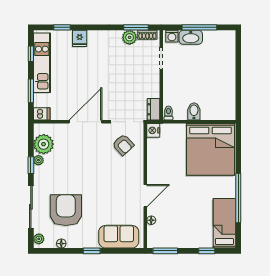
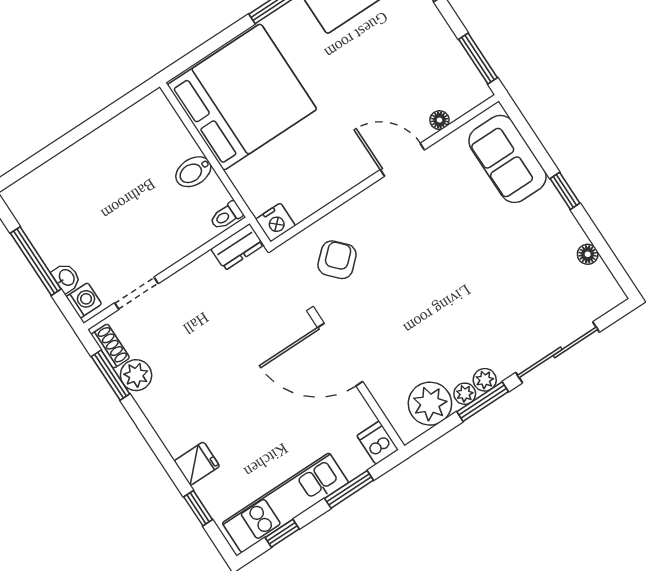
washbasin: (191, 37) -> (66, 278), width x0.52, depth x0.69
window: (31, 165) -> (483, 402), width x1.50
armchair: (66, 210) -> (522, 286), removed
plant: (39, 239) -> (485, 380), moved

